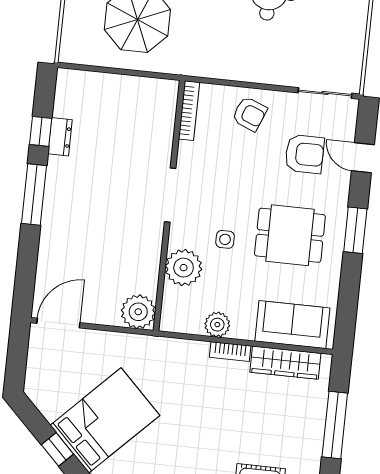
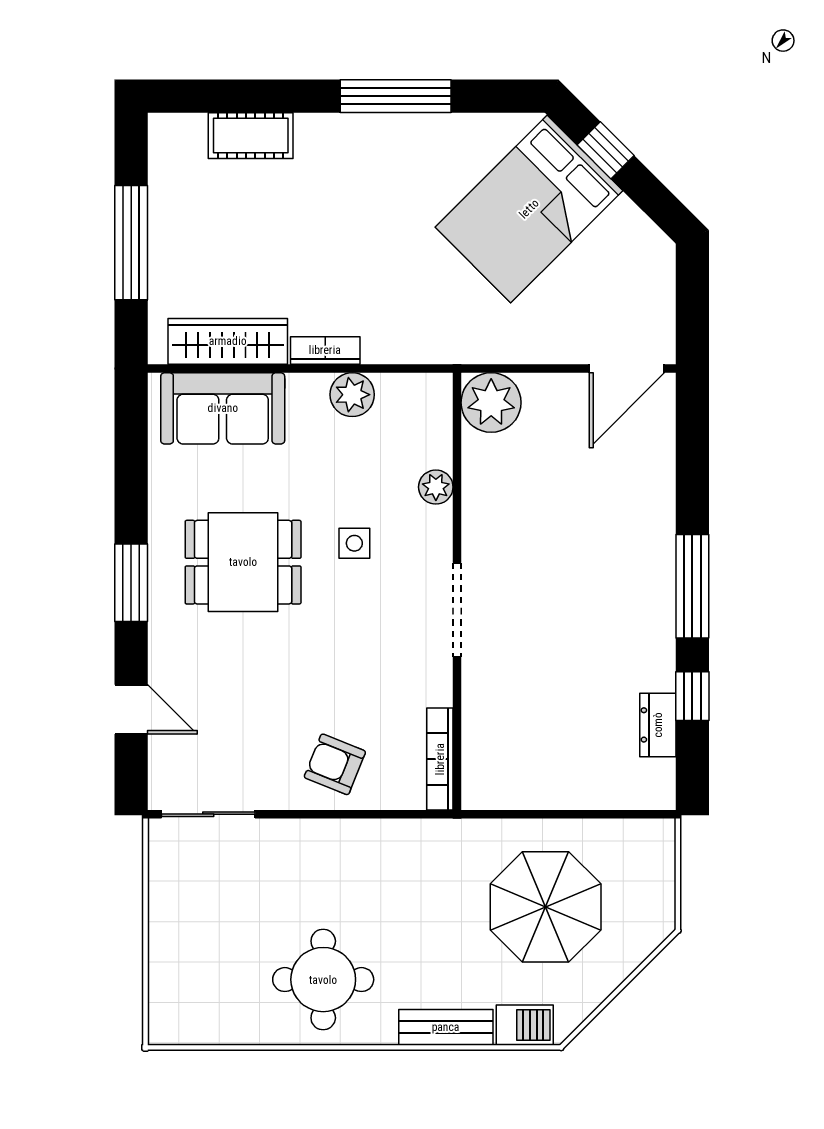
dresser: (60, 137) -> (658, 725), moved
armchair: (304, 154) -> (233, 705), removed
plant: (184, 268) -> (436, 487), width x0.53, depth x0.53

